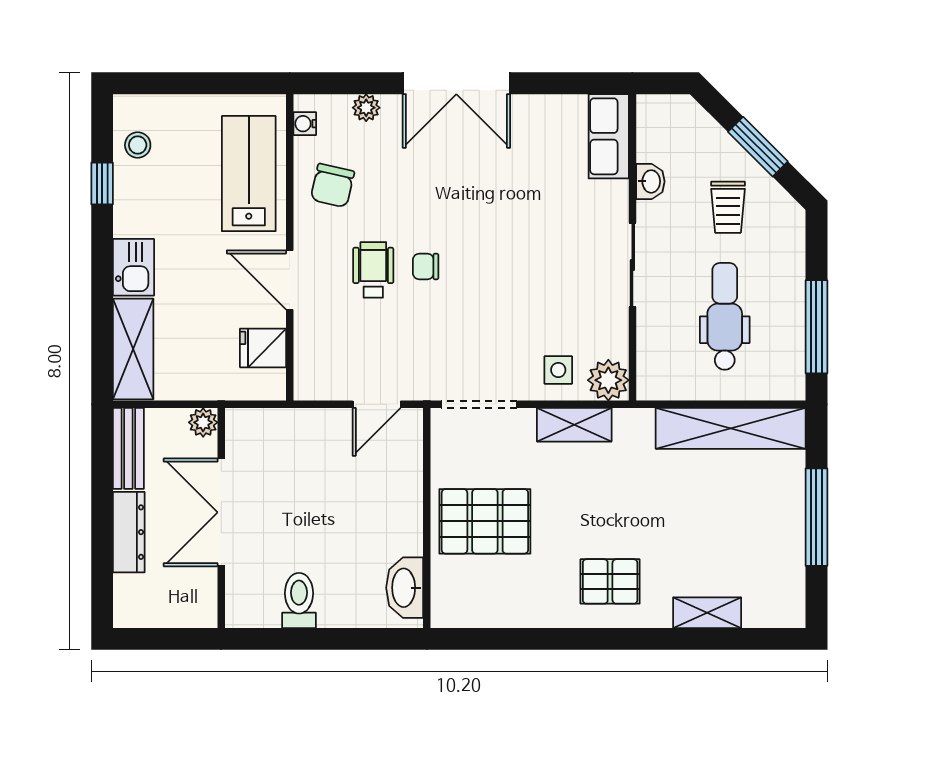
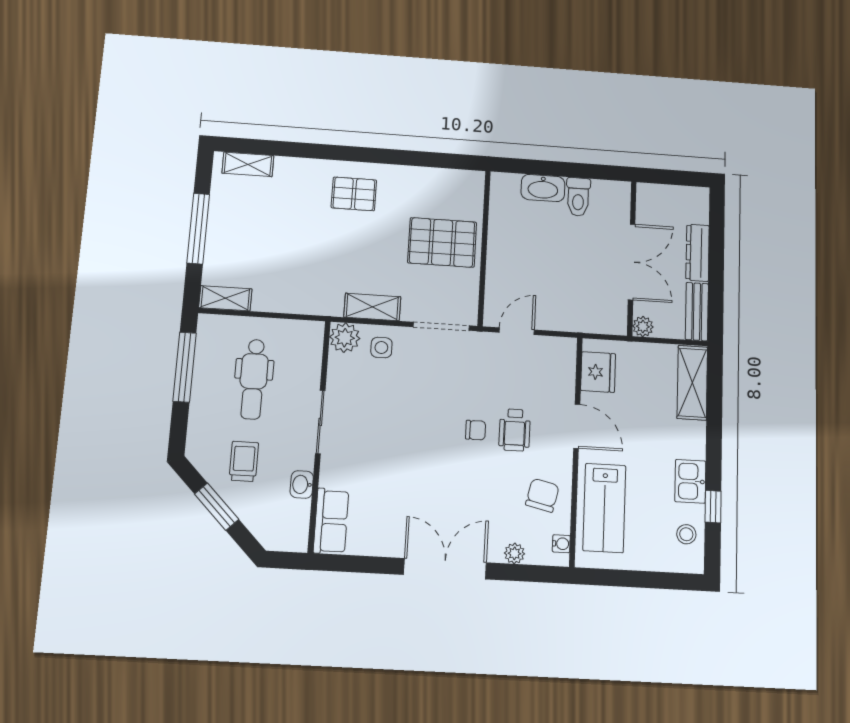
kitchen sink: (134, 267) -> (690, 481), moved
fridge: (263, 348) -> (598, 372), width x1.38
shelving: (731, 428) -> (225, 298), width x0.45, depth x0.75
washbasin: (405, 588) -> (543, 188), moved, turned 90
shelving: (707, 613) -> (248, 164), moved

